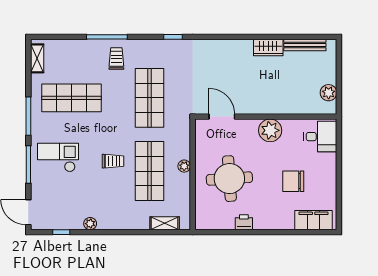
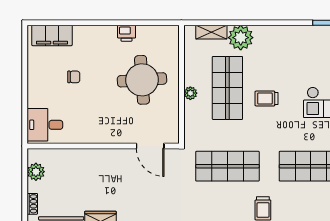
shoe rack: (332, 63) -> (32, 204), added
shop shelf: (150, 98) -> (227, 166), turned 90
plant: (270, 130) -> (98, 131), removed
chair: (293, 181) -> (74, 77), width x0.54, depth x0.54
plant: (90, 224) -> (241, 38), moved, width x1.88, depth x1.88

